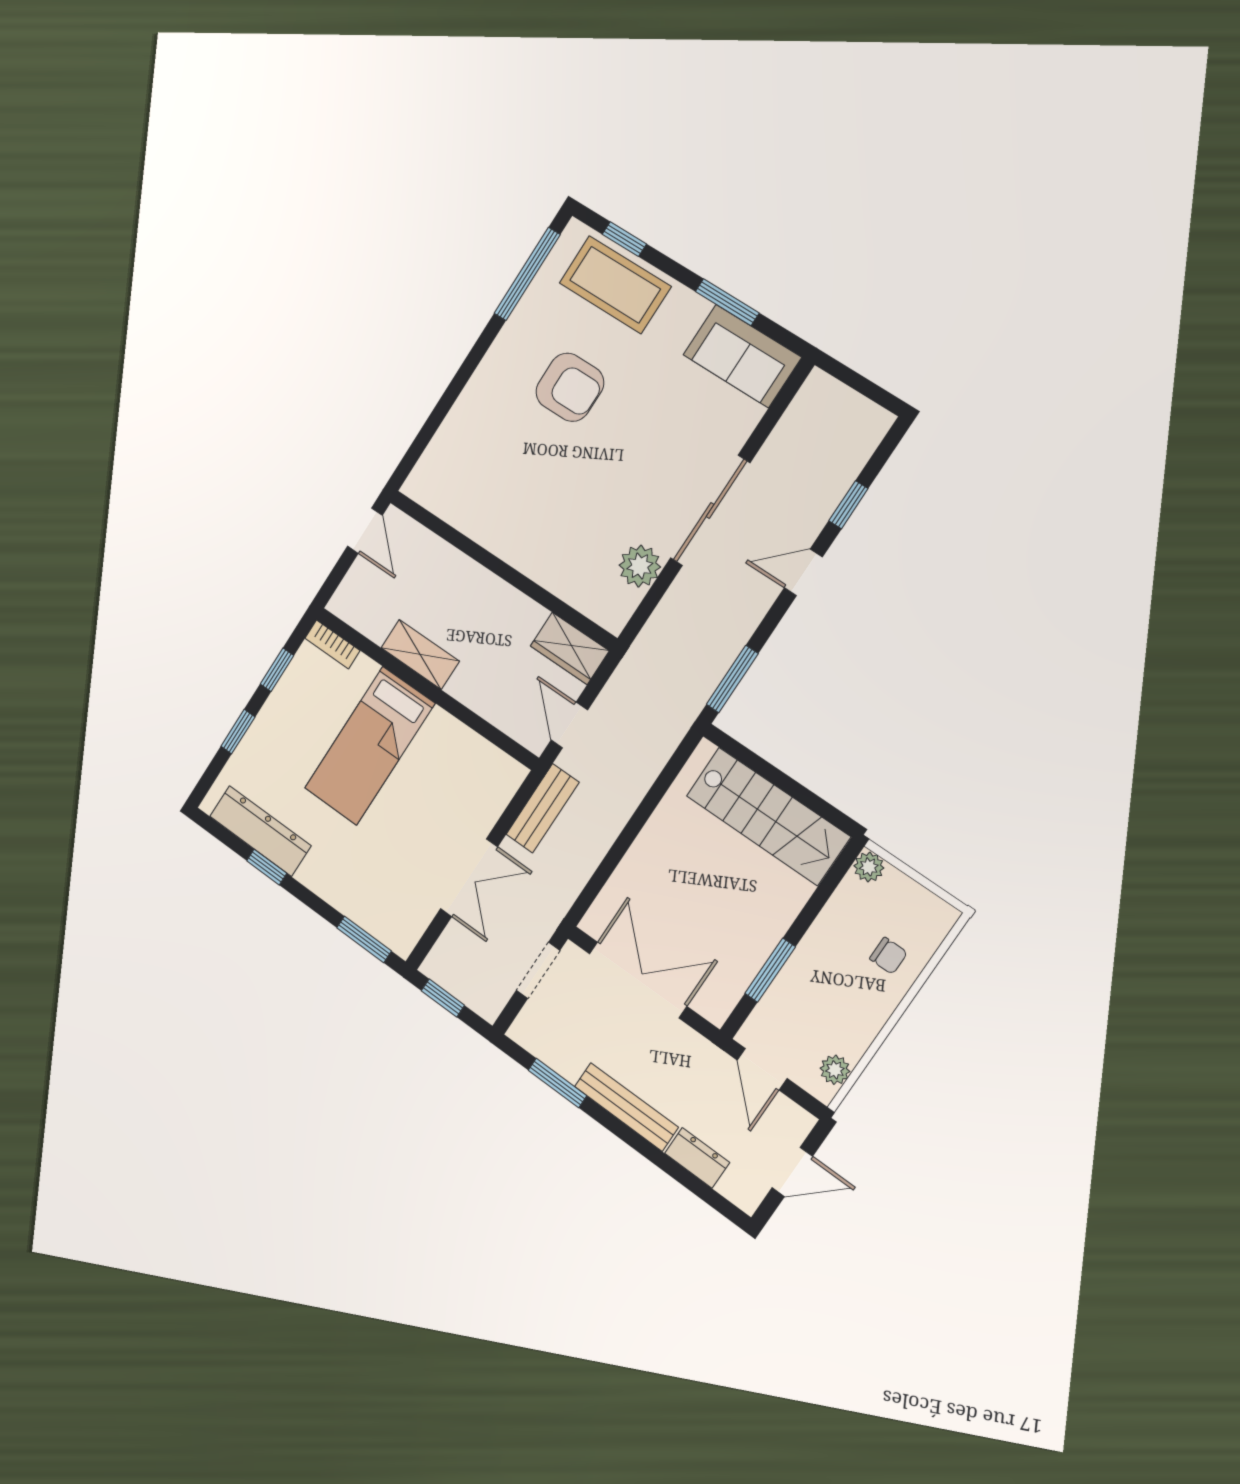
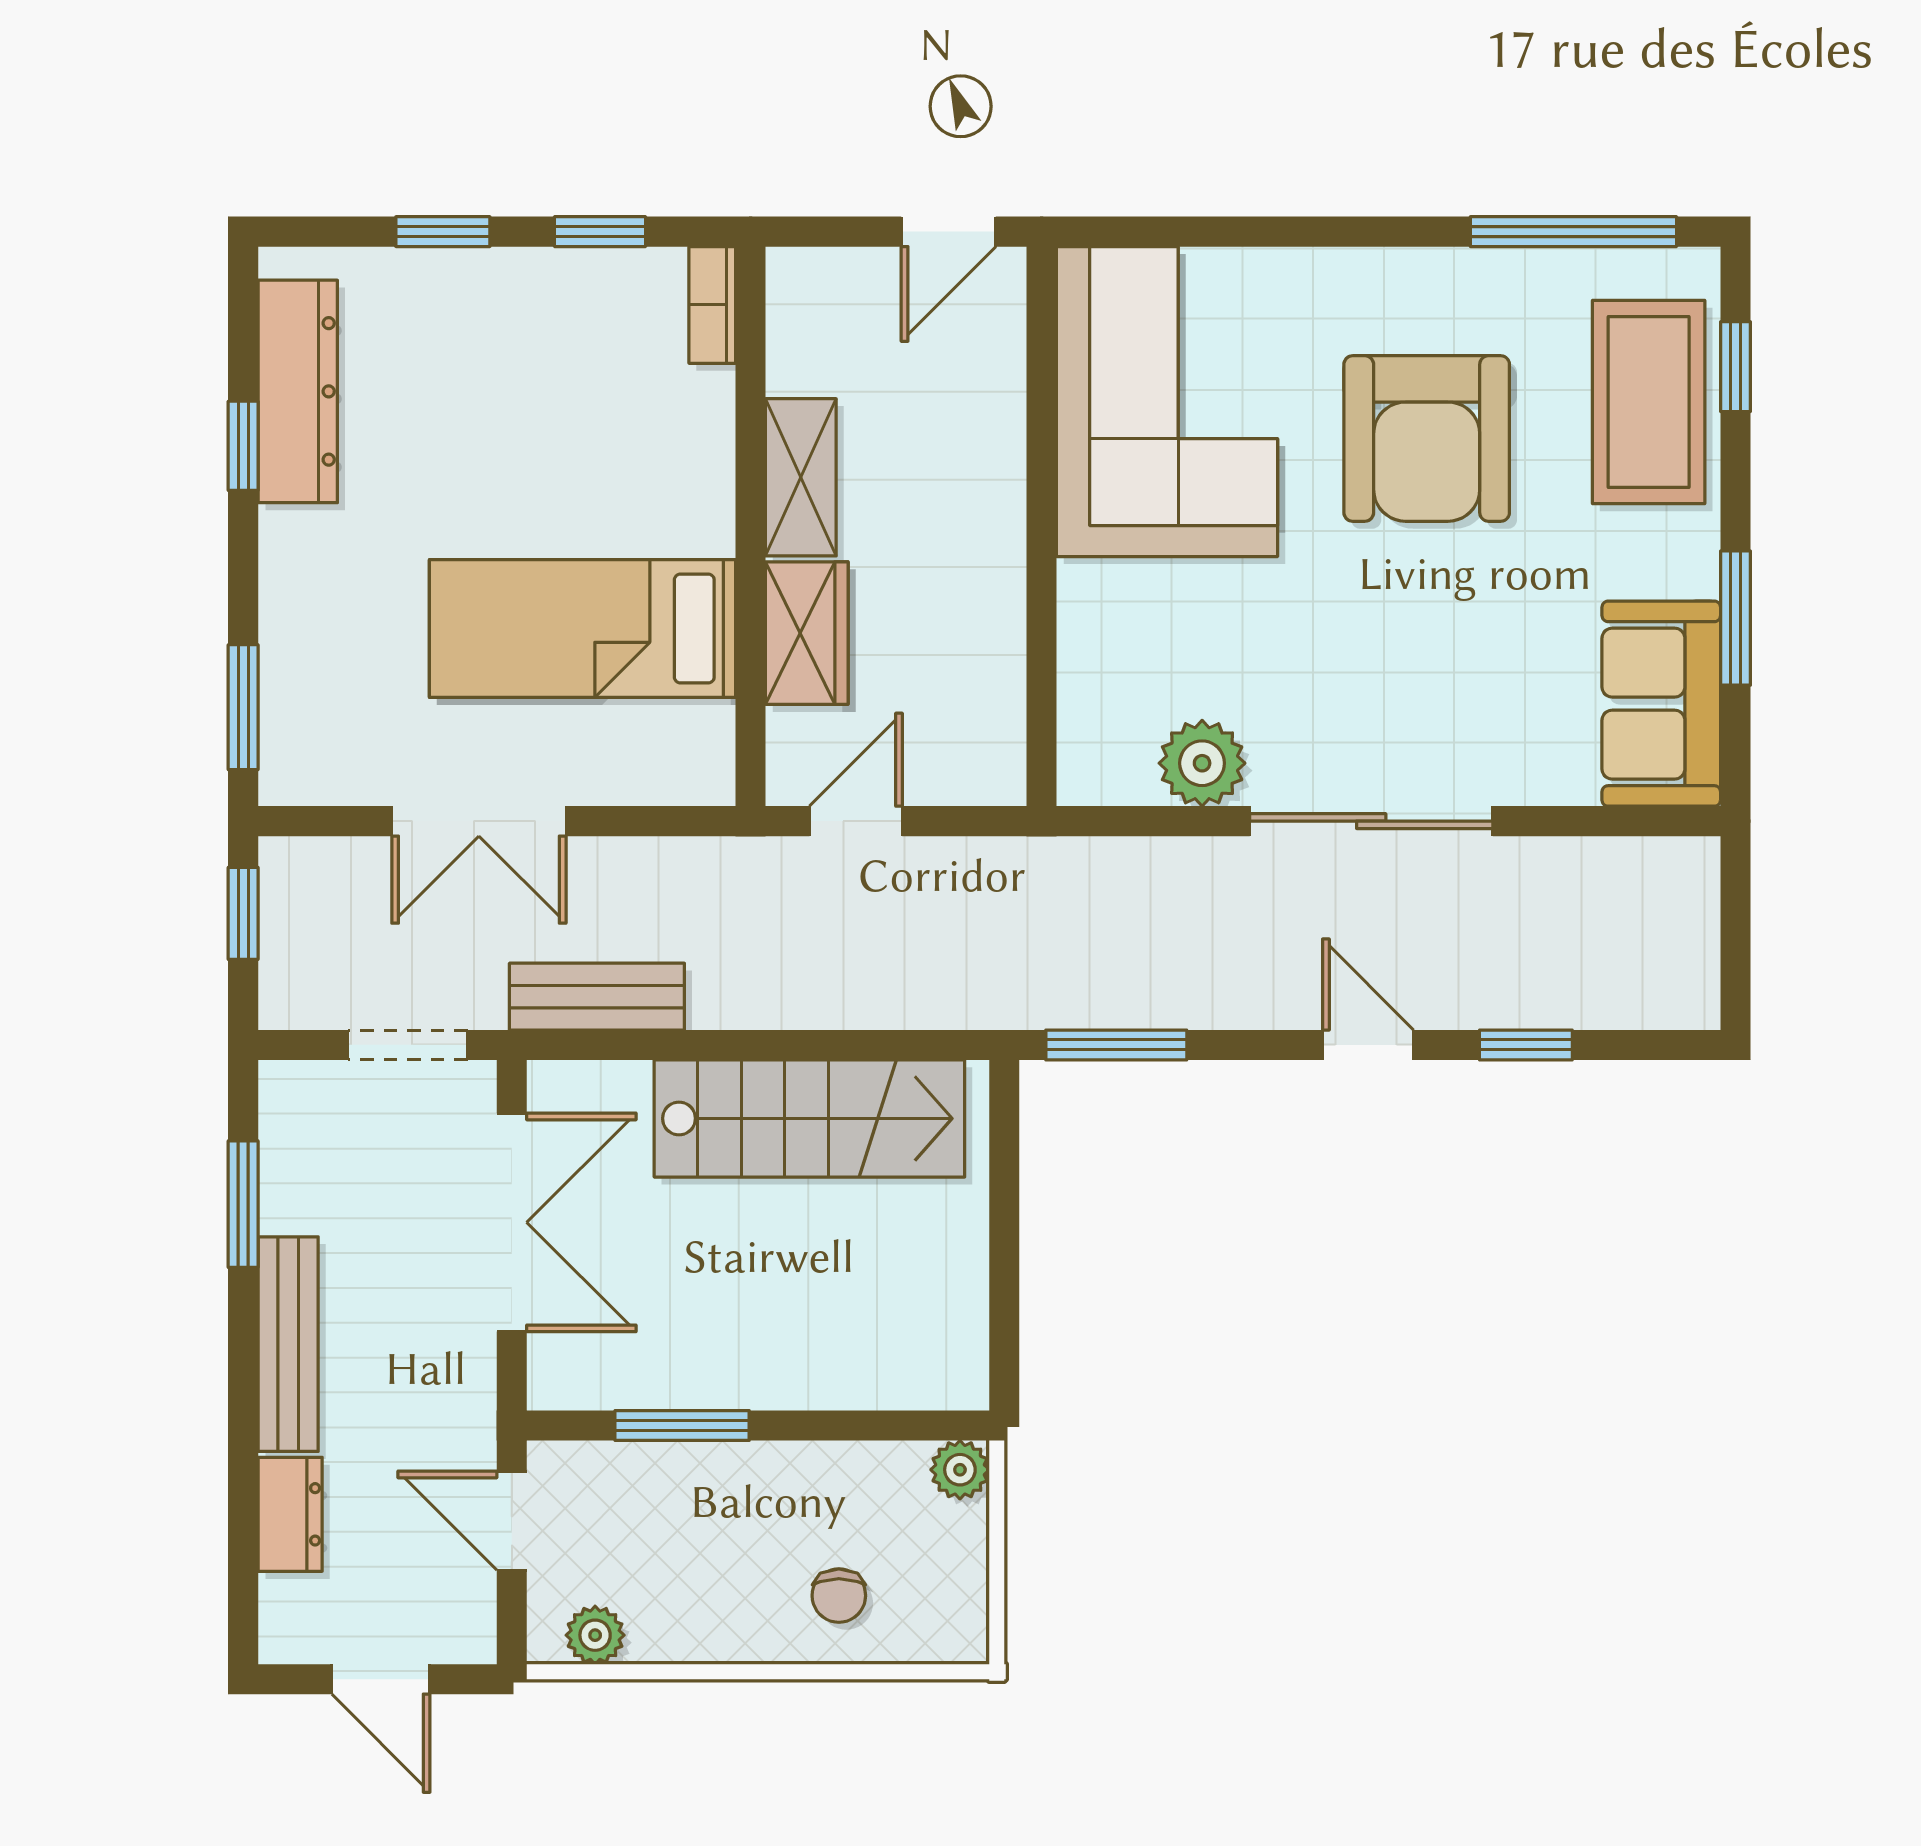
armchair: (570, 387) -> (1427, 438), width x1.36, depth x1.36
corner sofa: (486, 485) -> (1167, 402), added
wardrobe: (570, 648) -> (807, 633), moved, turned 180
bed: (370, 746) -> (583, 628), moved
bench: (543, 808) -> (597, 997), moved
stairs: (768, 816) -> (809, 1118), moved, turned -90
door: (762, 1069) -> (512, 1521), hinge flipped

